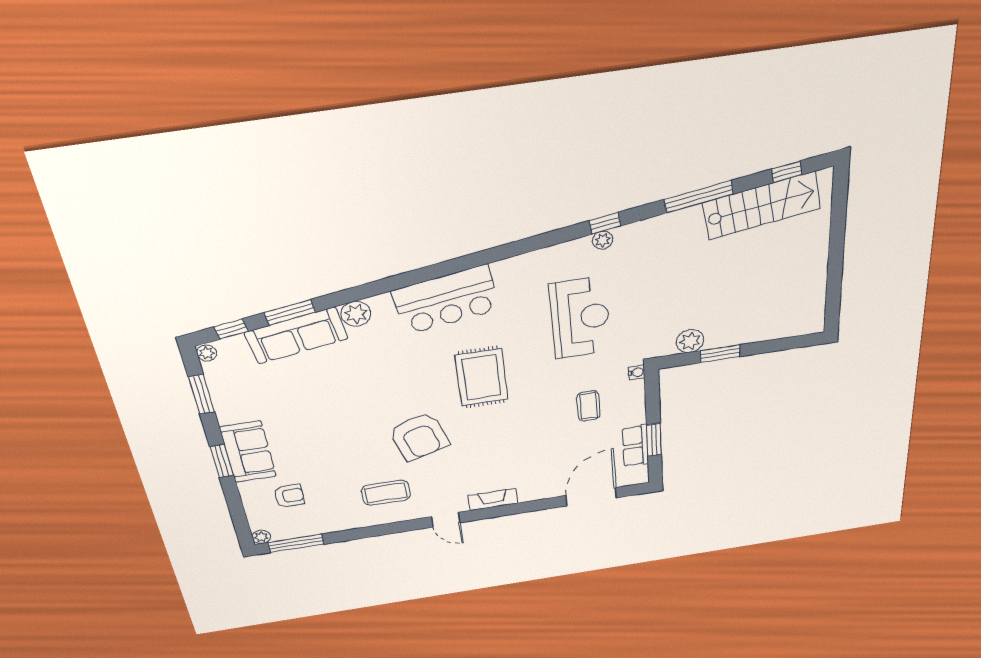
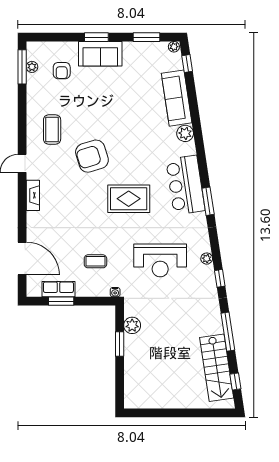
plant: (603, 240) -> (207, 259), moved
window: (290, 312) -> (208, 201), moved
plant: (261, 537) -> (32, 67), moved

